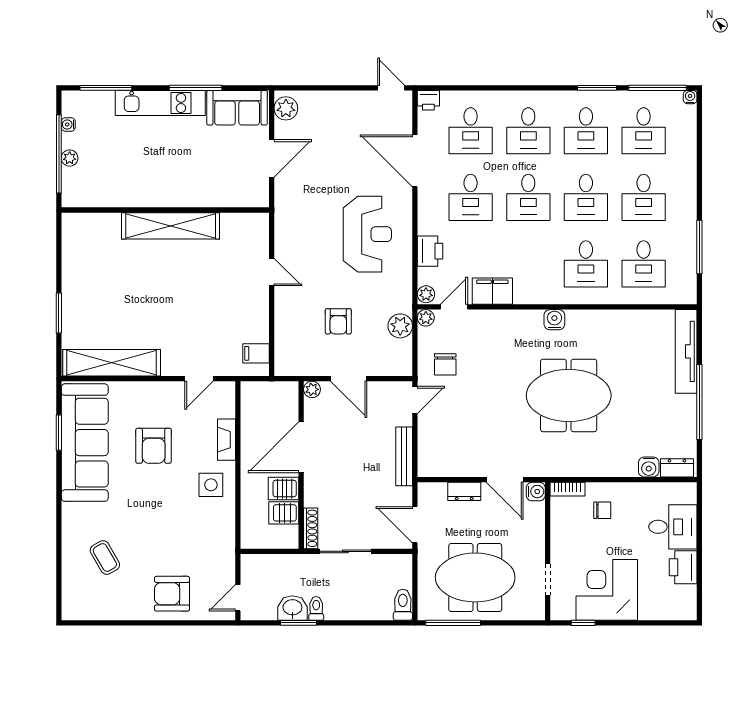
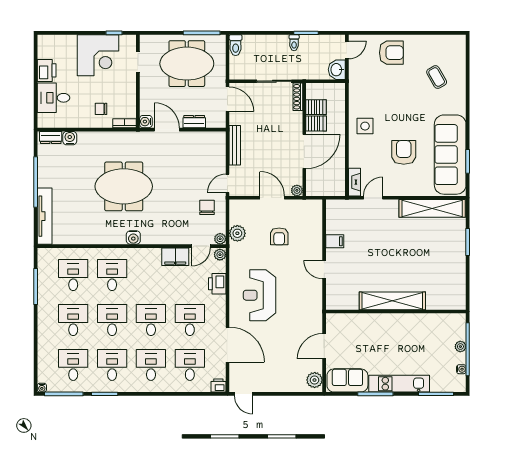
armchair: (338, 321) -> (279, 236), turned 180
filing cabinet: (256, 353) -> (335, 241), moved
fireplace: (227, 440) -> (355, 182), moved
washbasin: (292, 608) -> (337, 70), moved, turned 90

